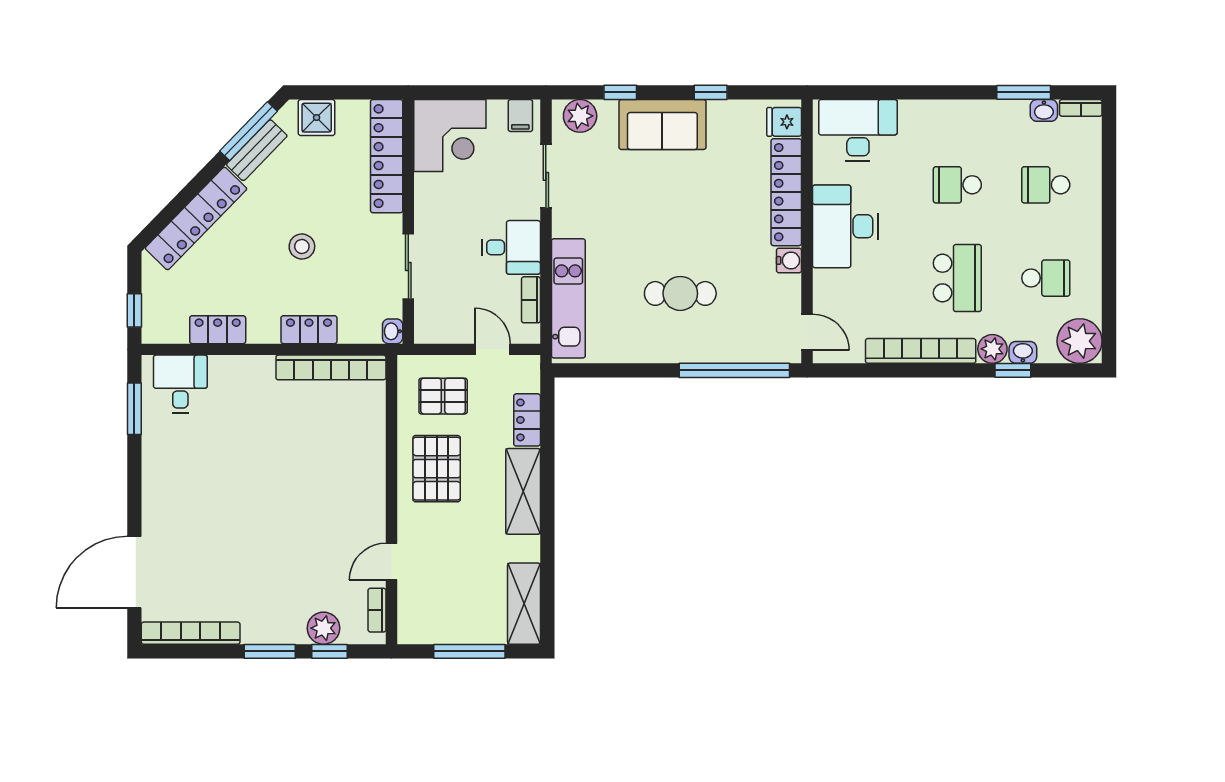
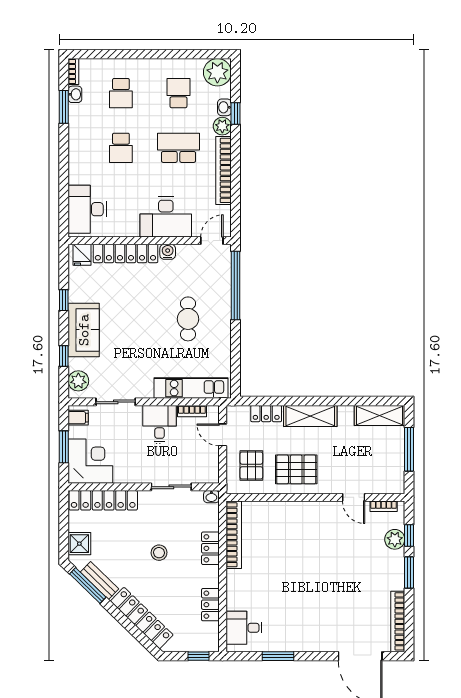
window: (473, 92) -> (64, 447), added
desk: (845, 226) -> (166, 217), moved
door: (492, 349) -> (223, 435), hinge flipped
window: (134, 409) -> (278, 656), moved

